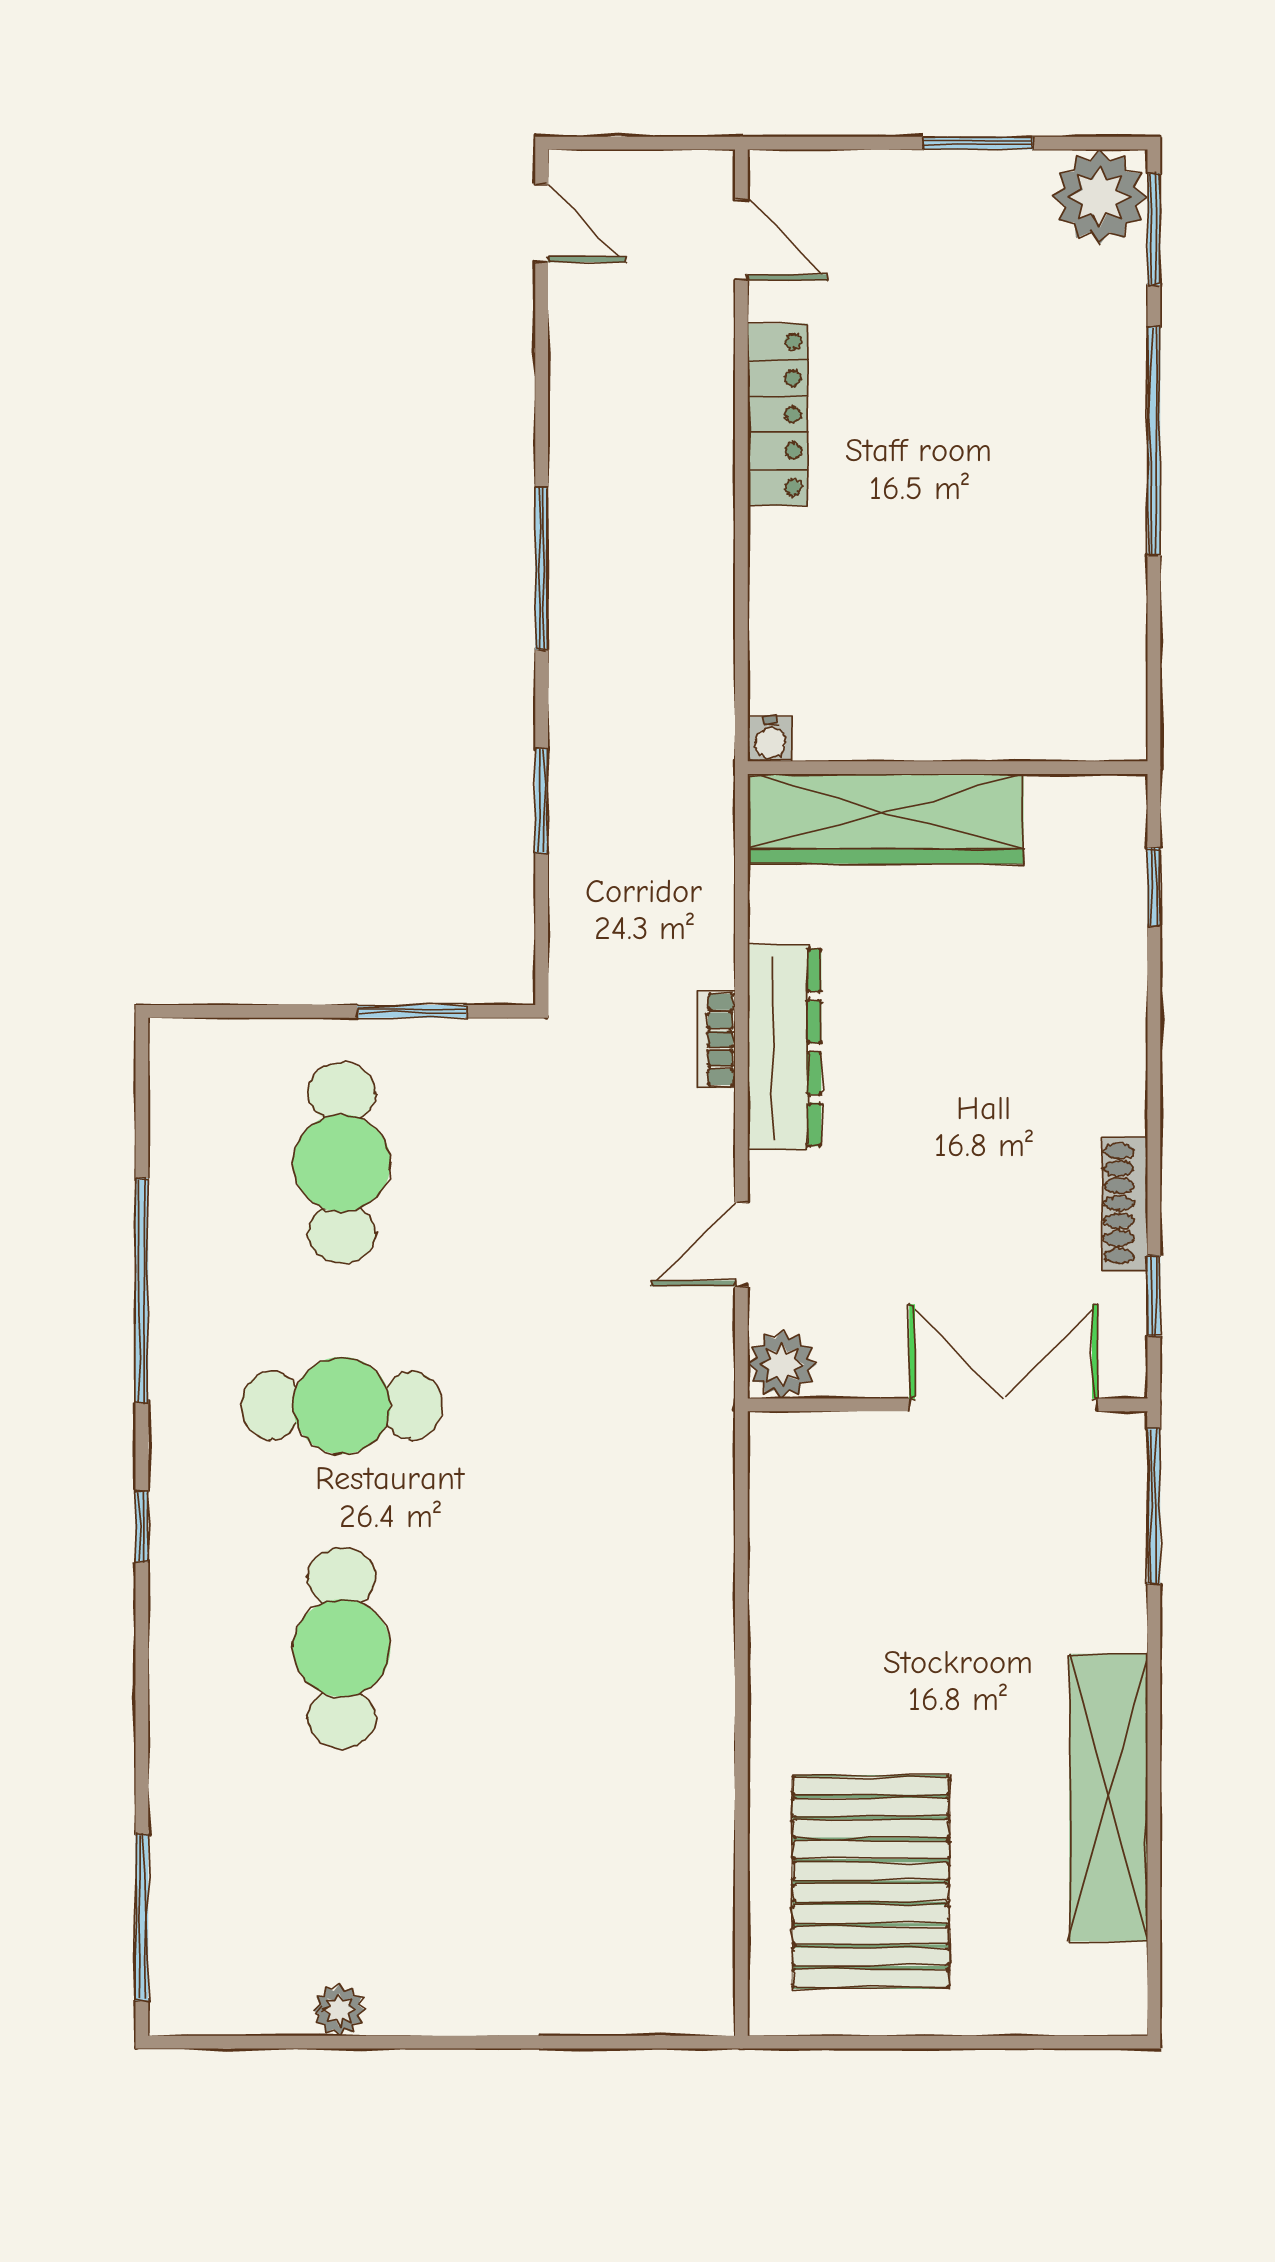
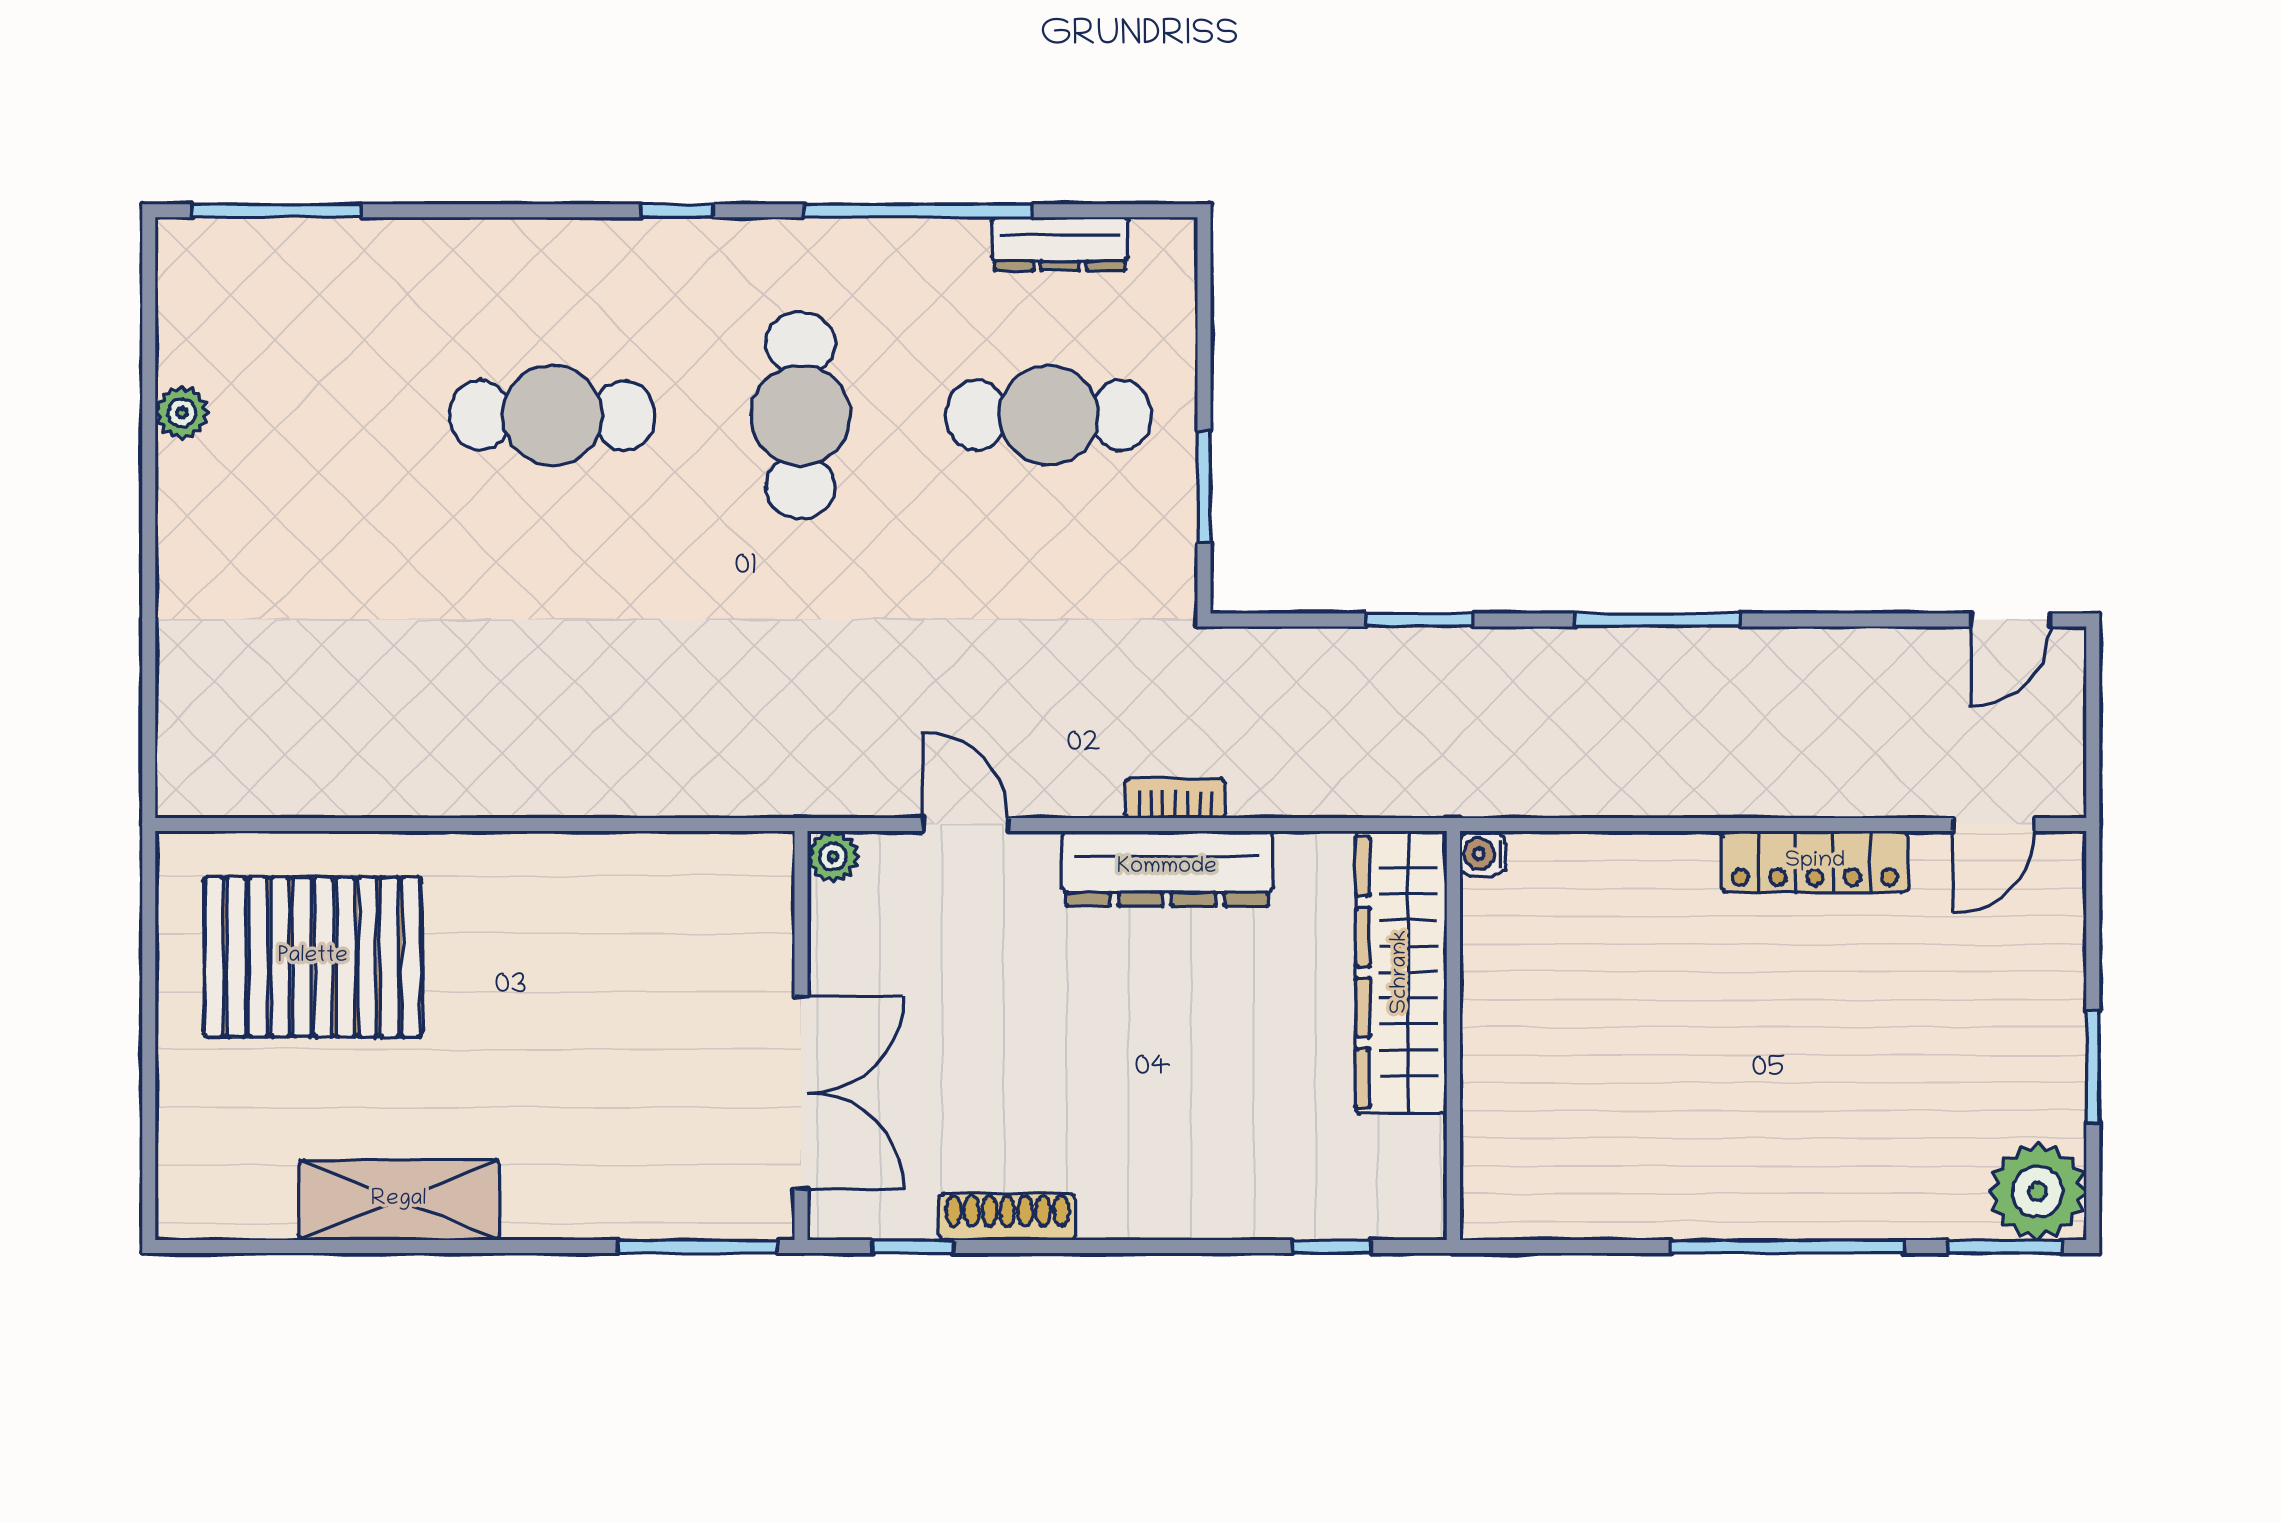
dresser: (174, 1152) -> (1060, 244), added
plant: (782, 1364) -> (833, 857), width x0.73, depth x0.73
shelving: (1108, 1798) -> (399, 1200), width x0.68

